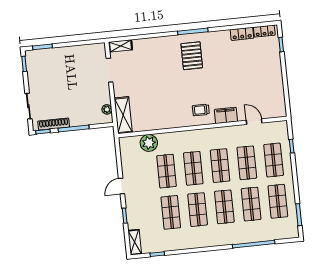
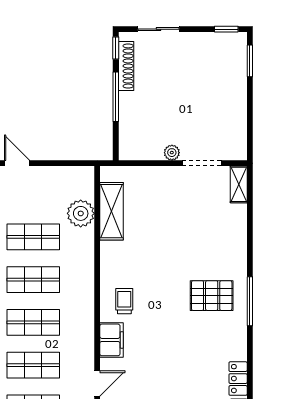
plant: (107, 109) -> (172, 153), moved
shelving: (123, 115) -> (111, 211), moved, turned 90

